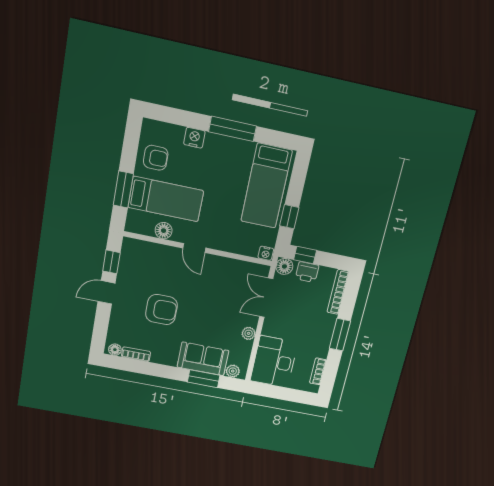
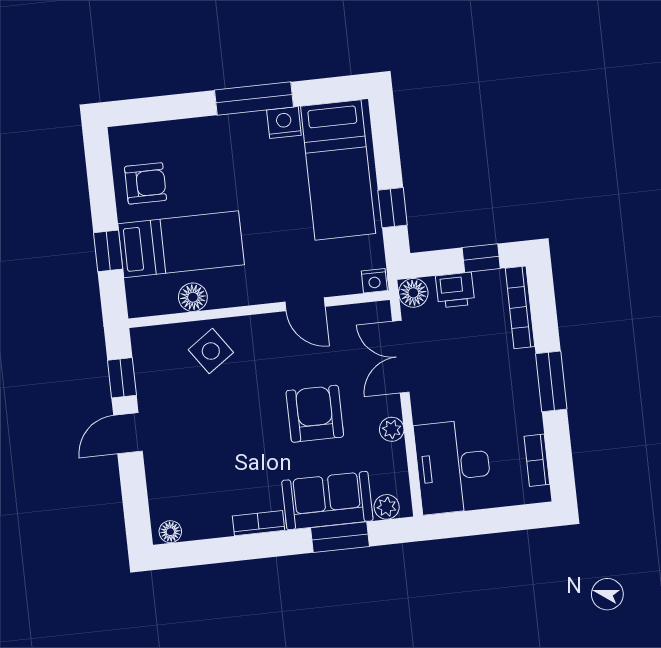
nightstand: (194, 138) -> (284, 123), moved
window: (123, 190) -> (108, 251), width x0.67
door: (194, 248) -> (305, 304), moved
window: (305, 255) -> (481, 258), moved
side table: (165, 263) -> (211, 351), added
armchair: (161, 310) -> (315, 414), moved, turned -90
bookcase: (136, 354) -> (258, 523), moved

